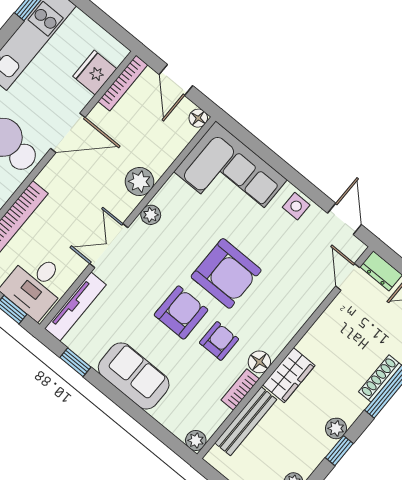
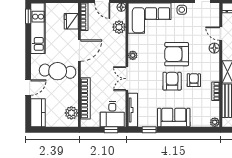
plant: (140, 181) -> (119, 27), moved
armchair: (226, 273) -> (177, 54), turned 180
door: (348, 277) -> (221, 34), moved
floor lamp: (259, 362) -> (214, 48), moved

